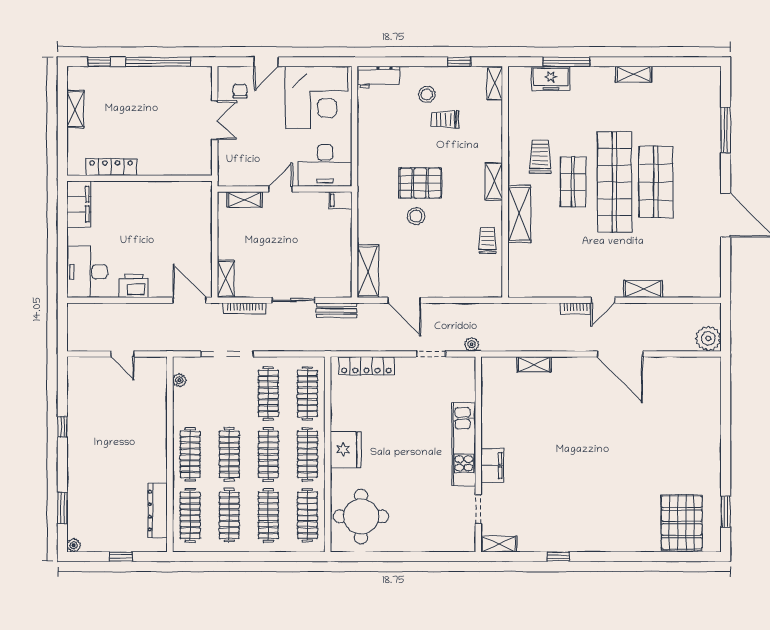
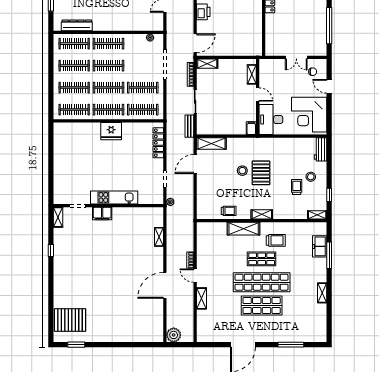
round table: (361, 516) -> (74, 140), removed

